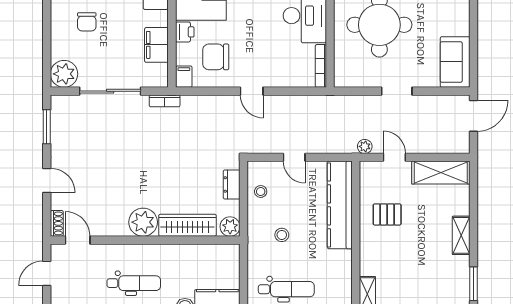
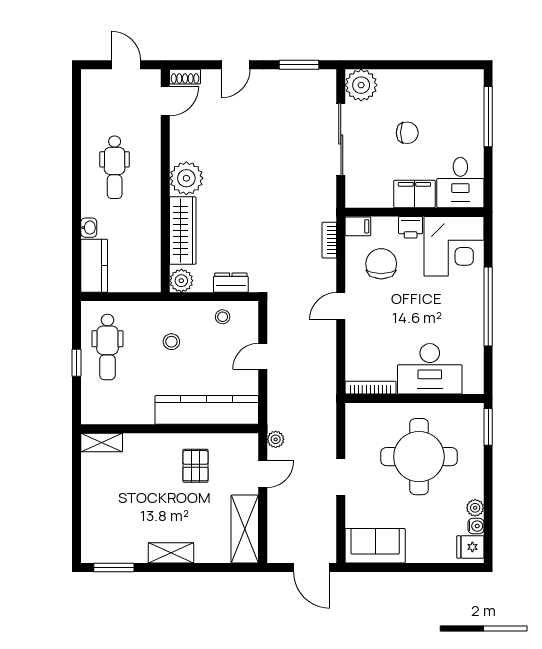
chair: (87, 22) -> (407, 133), moved, turned 180
filing cabinet: (156, 45) -> (414, 194), moved
bookcase: (165, 101) -> (329, 240), moved

